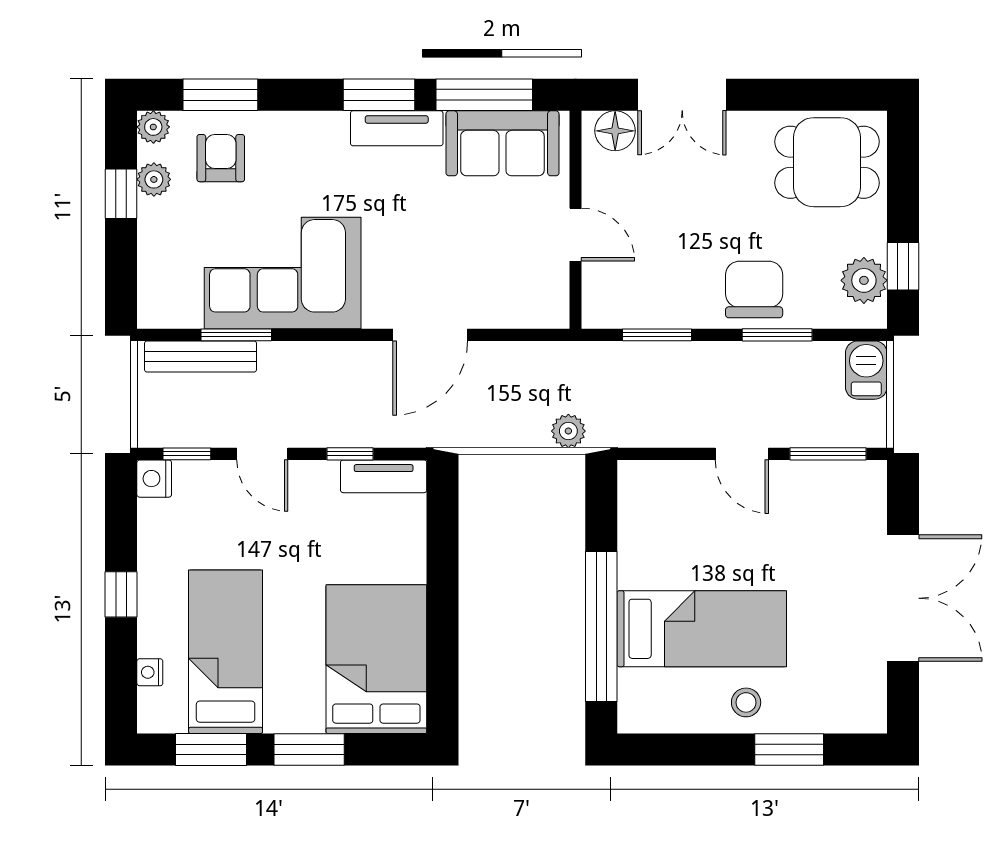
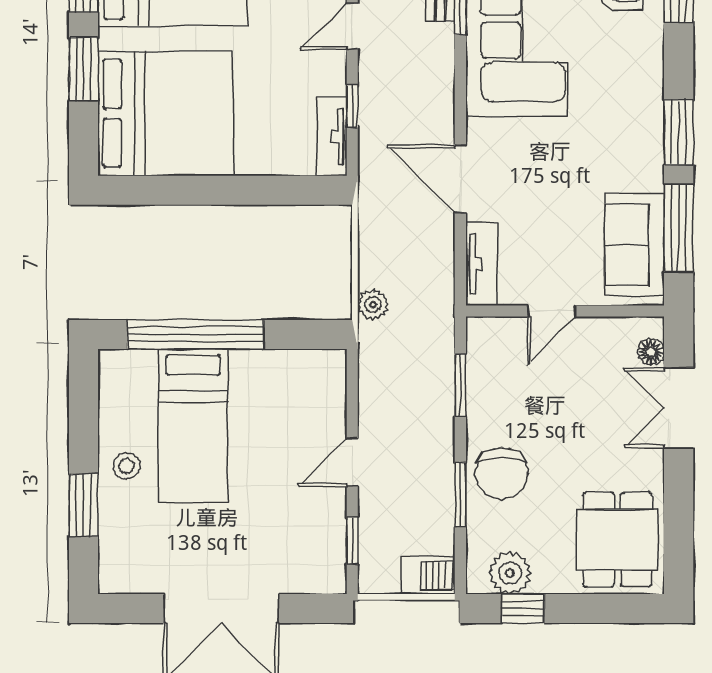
tv unit: (397, 128) -> (482, 264), moved, turned 180
floor lamp: (615, 131) -> (651, 352), width x0.73, depth x0.73
chair: (754, 290) -> (502, 473), turned 89
window: (828, 454) -> (352, 541), width x0.67
bed: (376, 659) -> (166, 113), width x1.36

